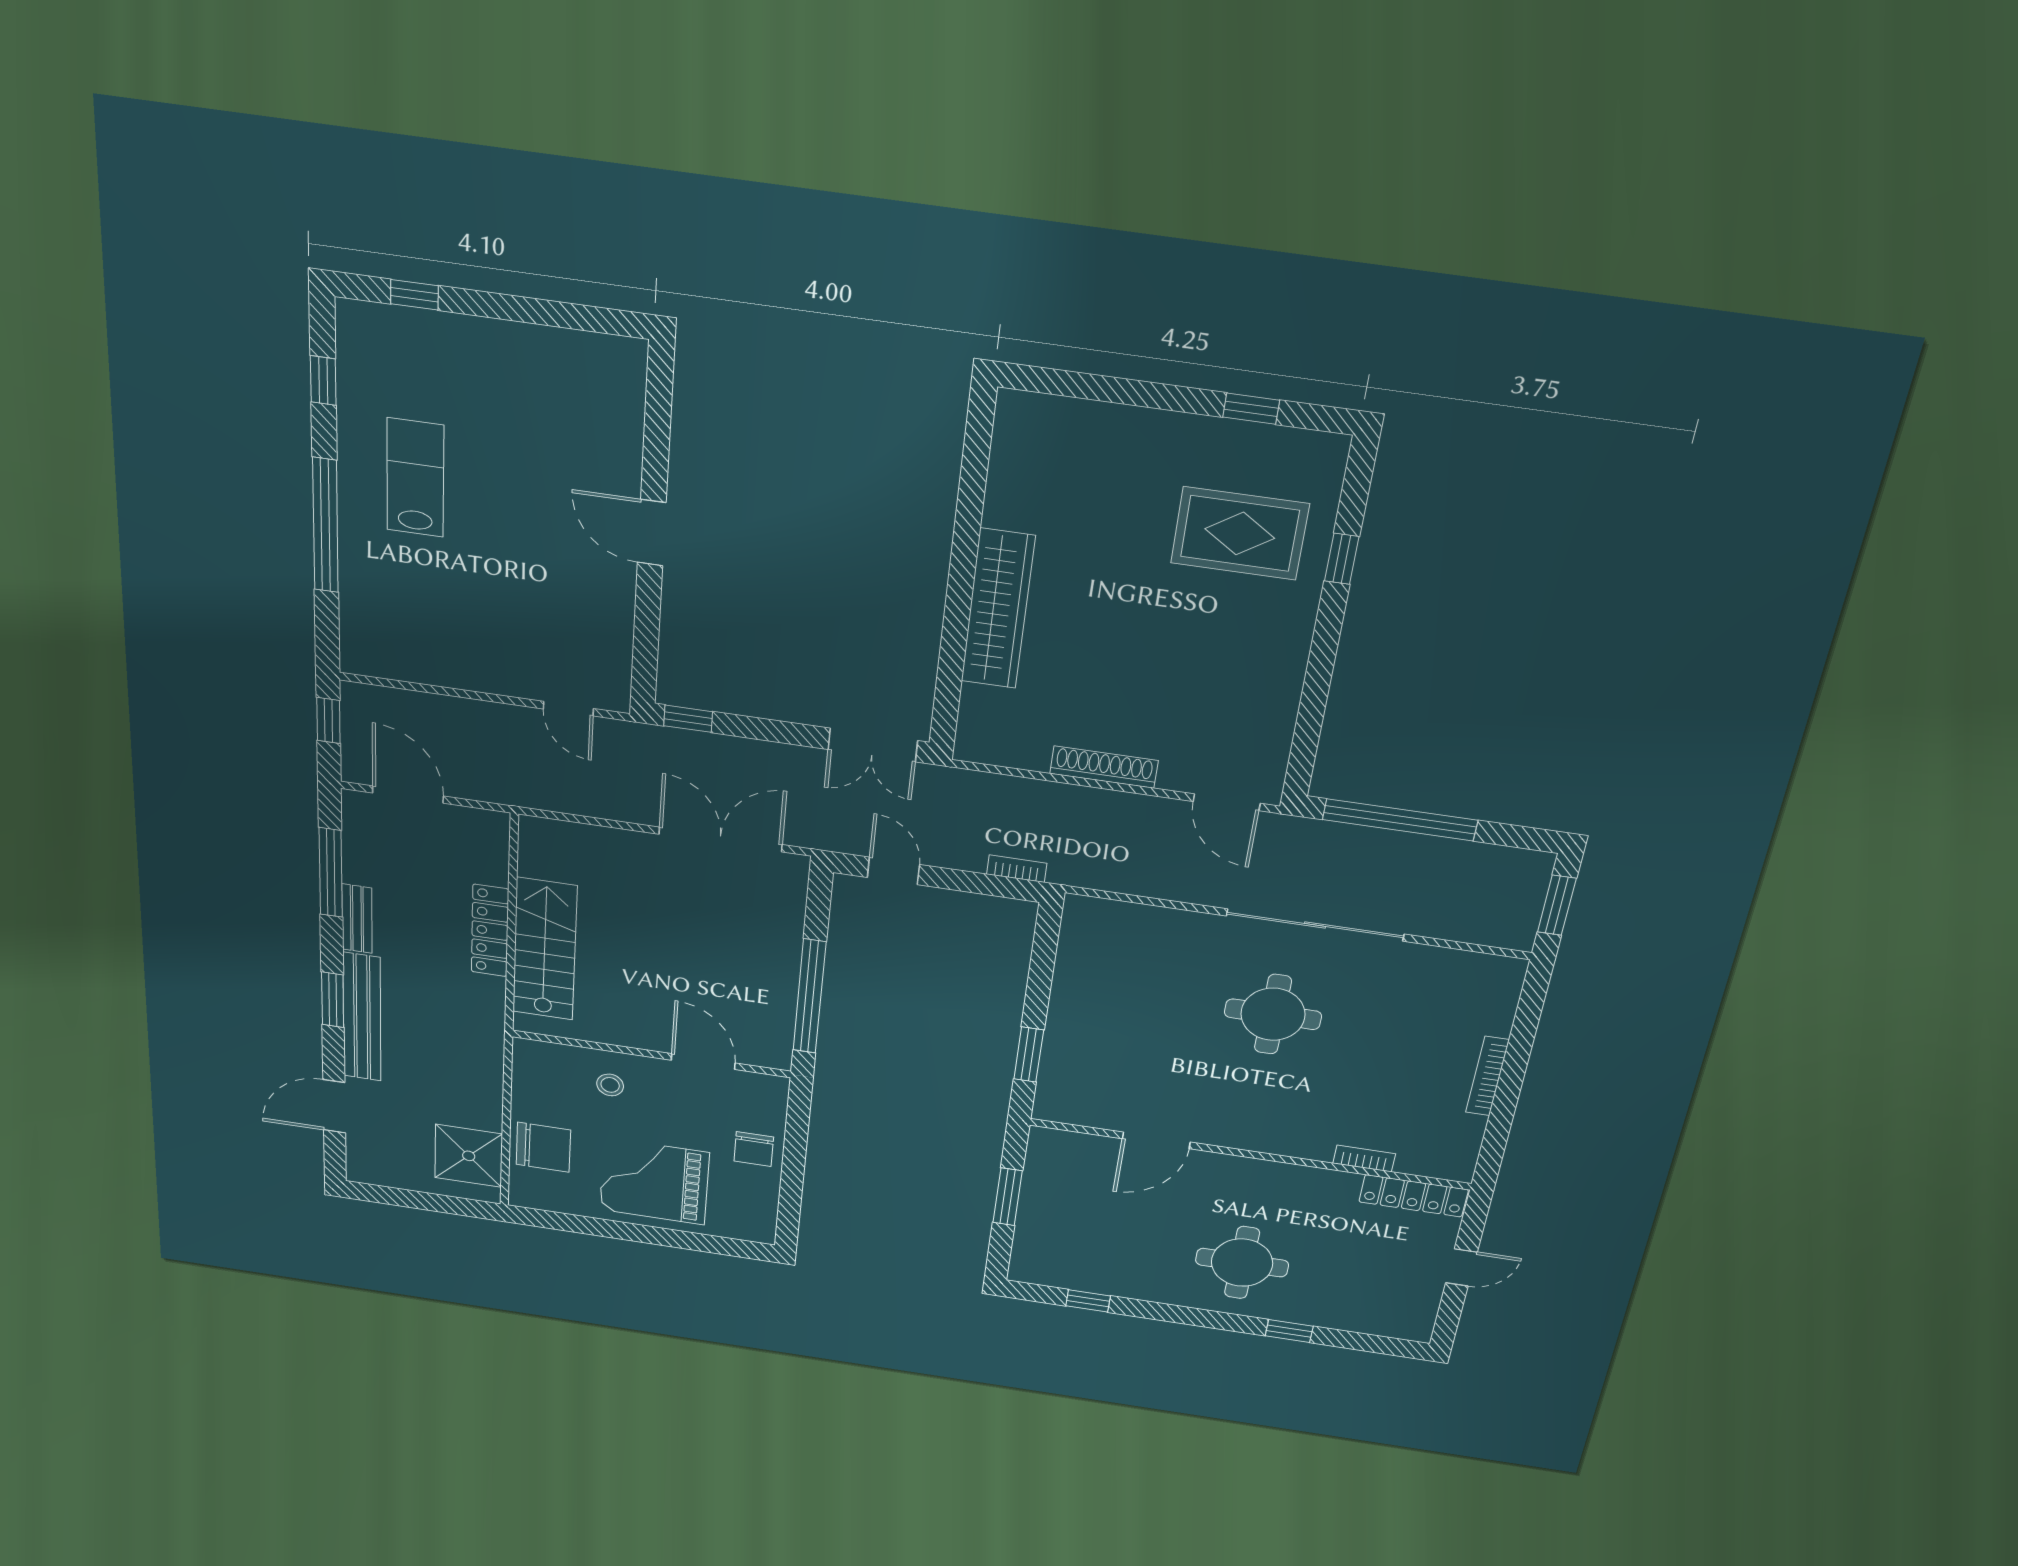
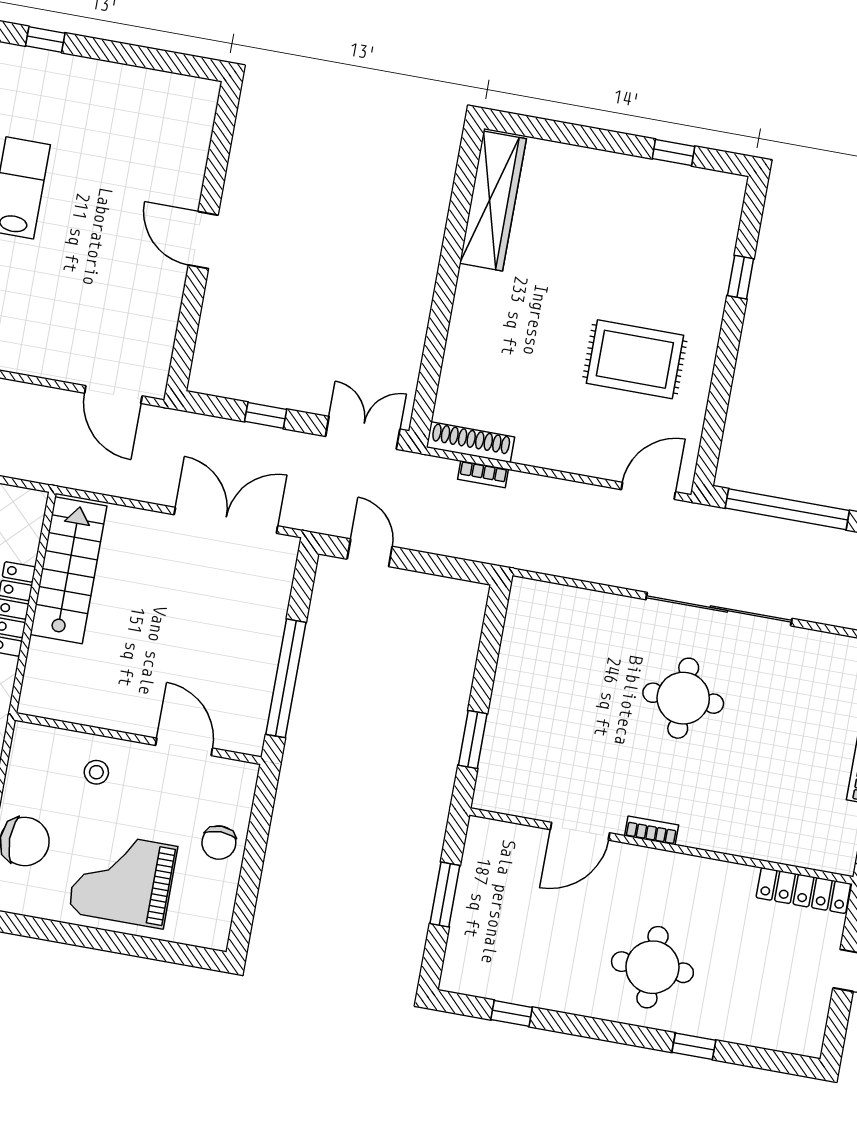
rug: (1240, 533) -> (635, 359), moved
wardrobe: (998, 609) -> (493, 201), moved
door: (568, 709) -> (113, 395), width x1.38
window: (688, 719) -> (266, 415), moved
double door: (873, 745) -> (363, 433), swing flipped
shoe rack: (1104, 767) -> (471, 442), moved
door: (1227, 802) -> (648, 491), swing flipped
bookcase: (1017, 869) -> (483, 474), moved, turned 180
stairs: (545, 949) -> (69, 570), moved
bookcase: (1364, 1158) -> (652, 830), moved

